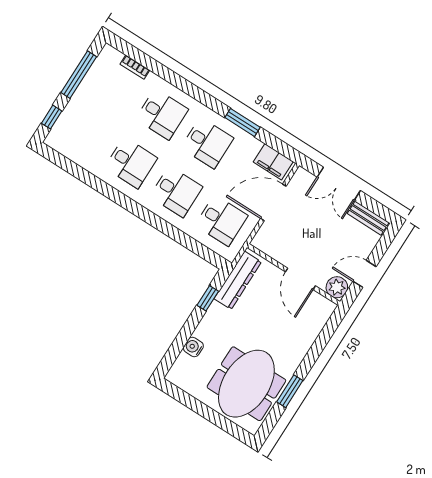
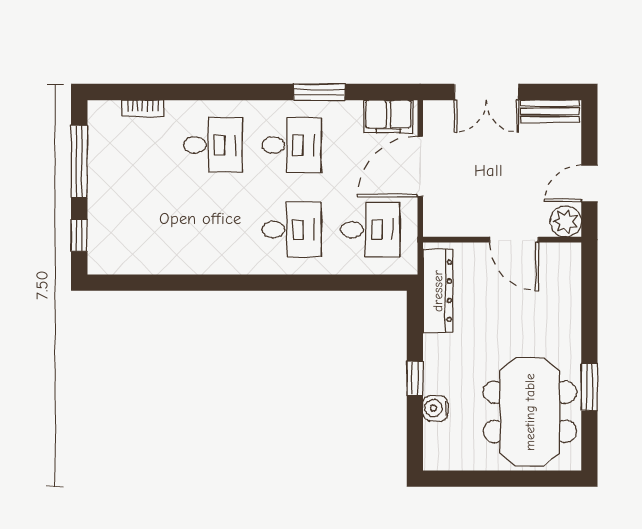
desk: (131, 163) -> (213, 230), removed
window: (208, 298) -> (415, 378), moved

